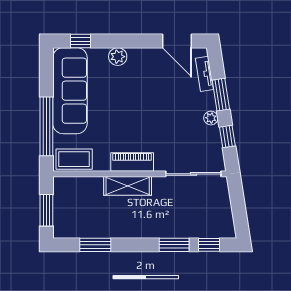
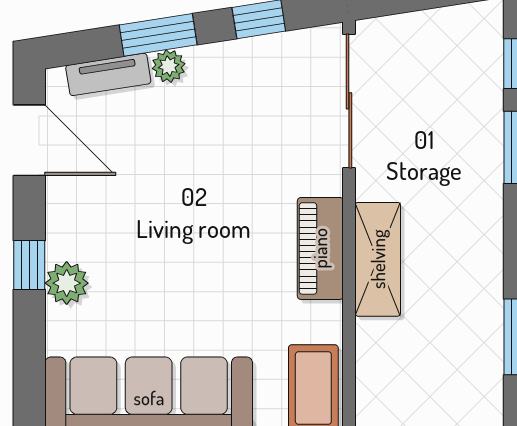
window: (80, 41) -> (29, 265), moved
door: (177, 41) -> (29, 140), hinge flipped
plant: (211, 118) -> (169, 66), moved

